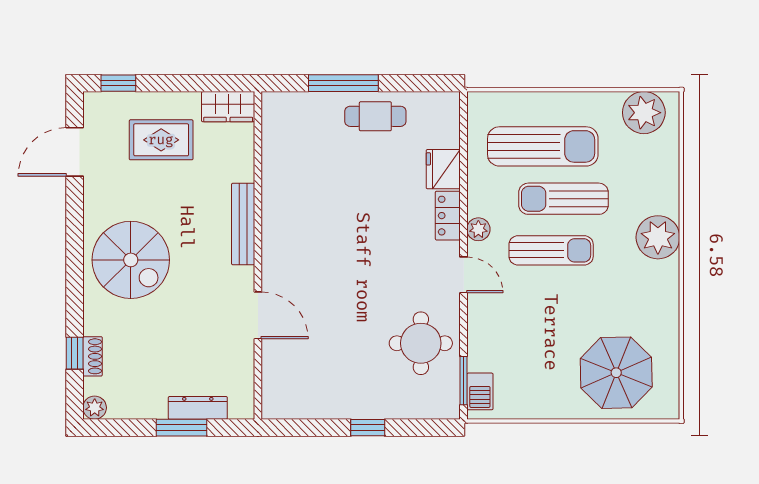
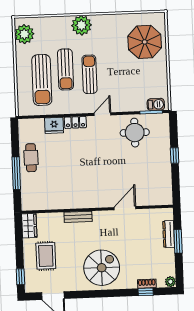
sun lounger: (543, 146) -> (42, 80), turned 180
bench: (243, 224) -> (78, 217), width x0.73
plant: (478, 229) -> (81, 108), removed

